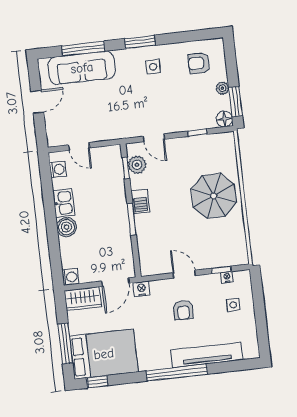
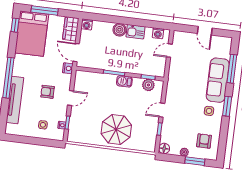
sofa: (82, 68) -> (218, 80), moved
window: (236, 102) -> (195, 161), moved
door: (154, 138) -> (162, 110), moved

